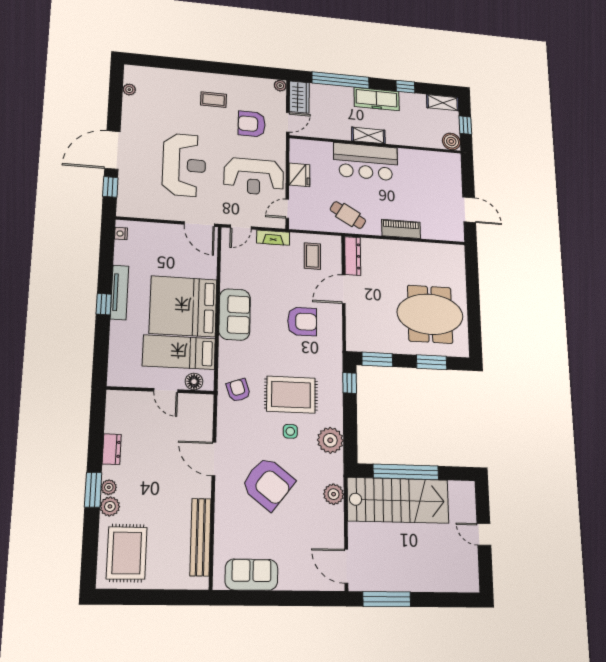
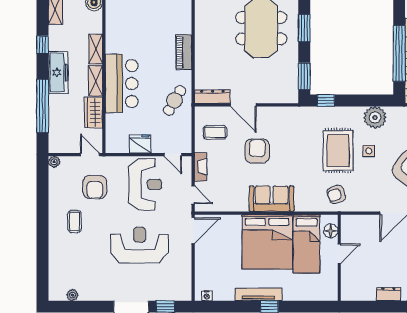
wardrobe: (299, 97) -> (94, 113), moved, turned -90
shelving: (402, 139) -> (96, 49), added
armchair: (302, 321) -> (257, 151), moved

